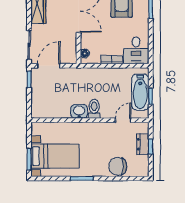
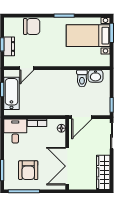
door: (49, 66) -> (82, 117), moved
toilet: (94, 109) -> (82, 78), moved
washbasin: (79, 111) -> (95, 76), moved

